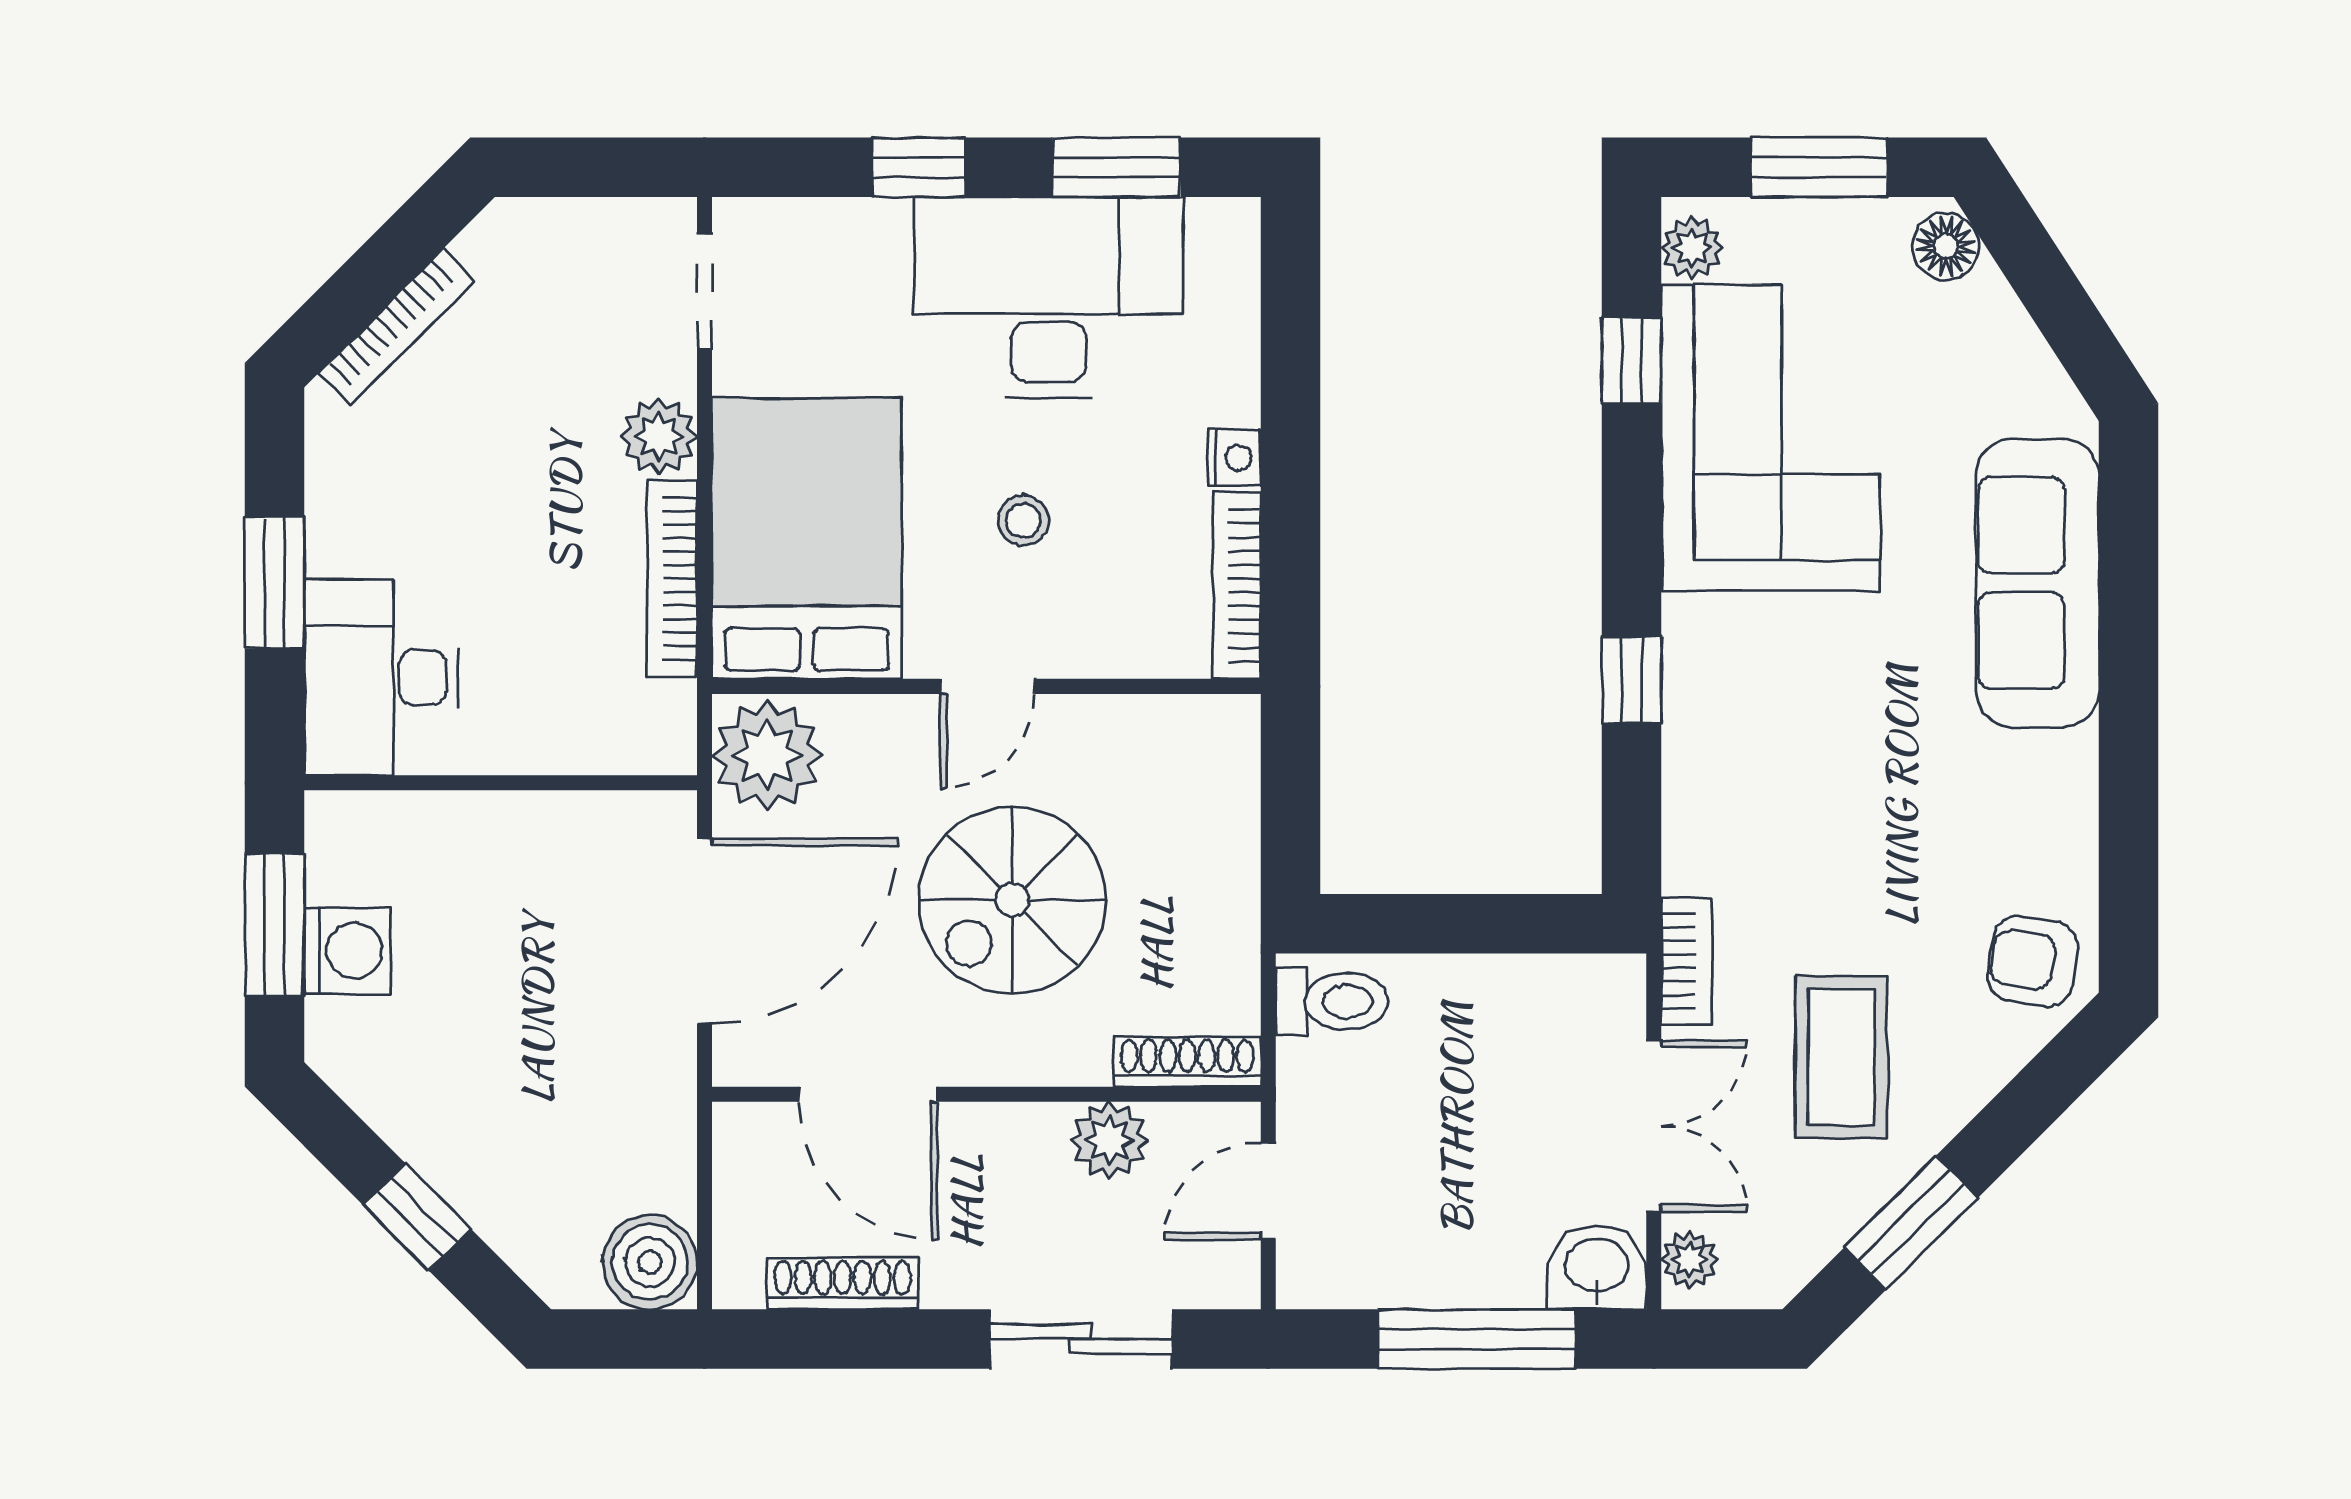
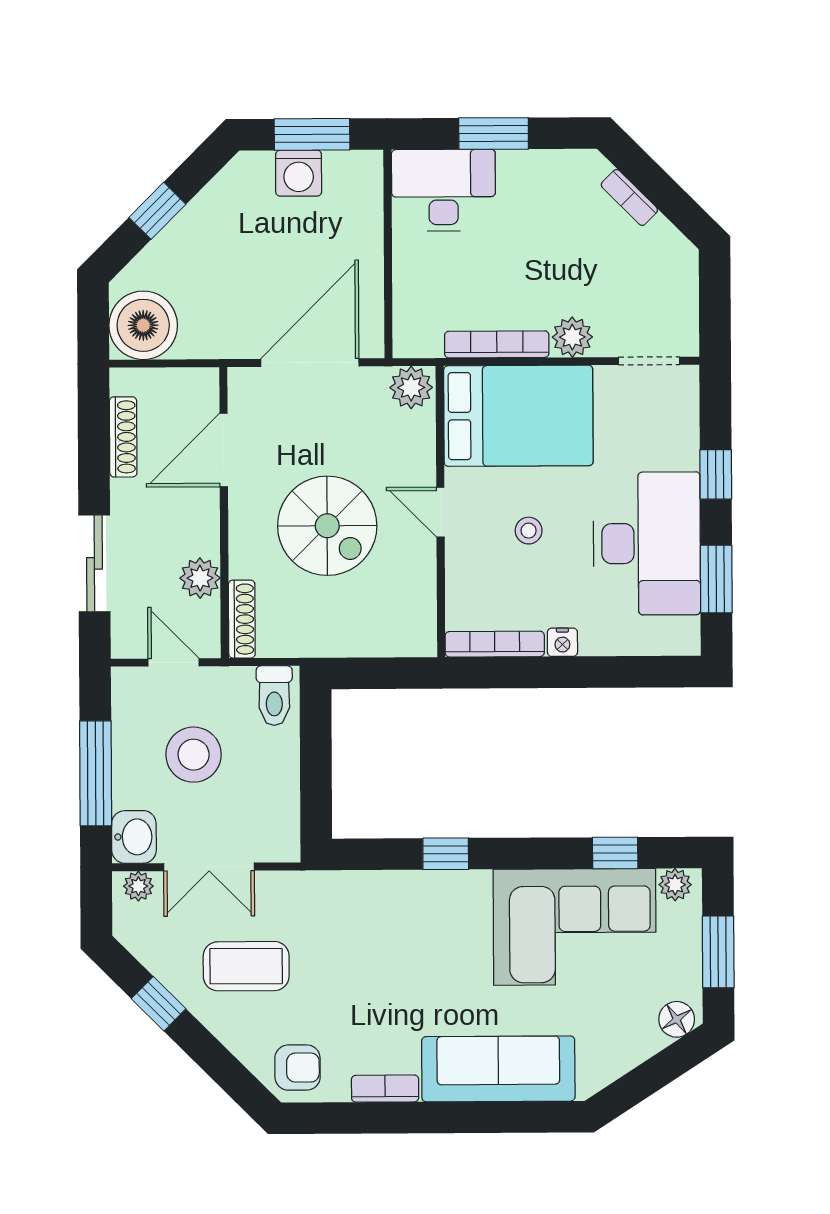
bookcase: (396, 327) -> (629, 197), width x0.64
plant: (767, 755) -> (411, 387), width x0.73, depth x0.73
spiral stairs: (1012, 900) -> (327, 526), turned 180
door: (705, 931) -> (310, 363), swing flipped
bookcase: (1687, 961) -> (385, 1089), moved, turned 180
armchair: (2033, 961) -> (298, 1068), turned 81
stool: (1442, 1154) -> (194, 755), added
window: (1911, 1222) -> (159, 1004), width x0.67
boiler: (650, 1262) -> (143, 325), width x1.37, depth x1.37

